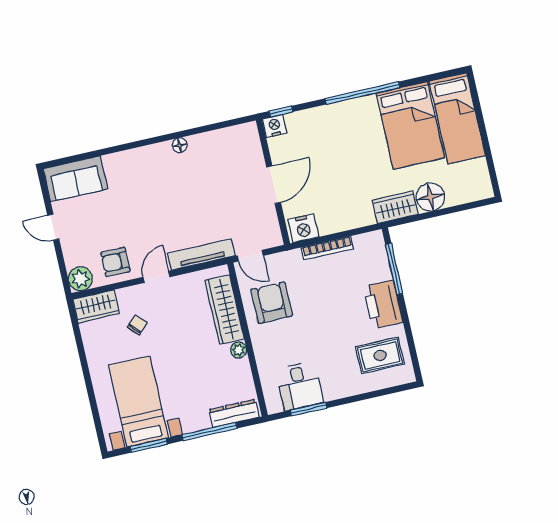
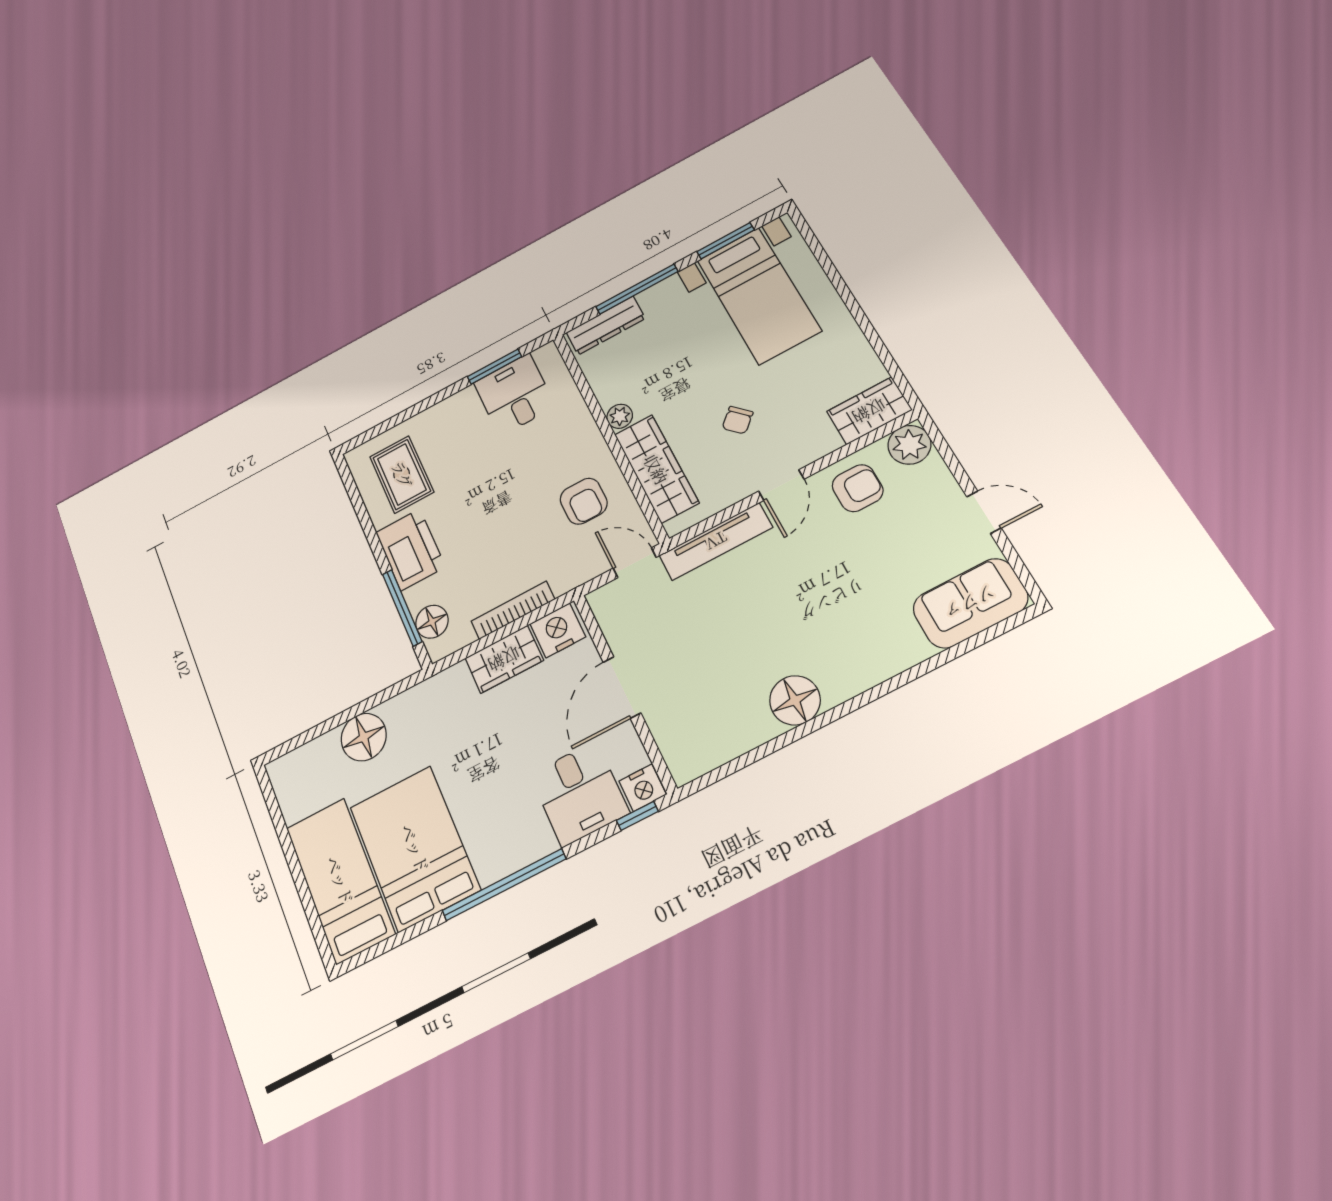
desk: (310, 132) -> (579, 794), added
floor lamp: (180, 145) -> (795, 700), width x1.89, depth x1.89
wardrobe: (395, 207) -> (504, 659), moved
floor lamp: (377, 255) -> (432, 622), added
armchair: (272, 303) -> (584, 501), width x0.72, depth x0.72
chair: (137, 325) -> (738, 420), moved
rug: (380, 355) -> (402, 474), turned 90

